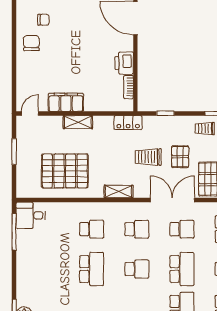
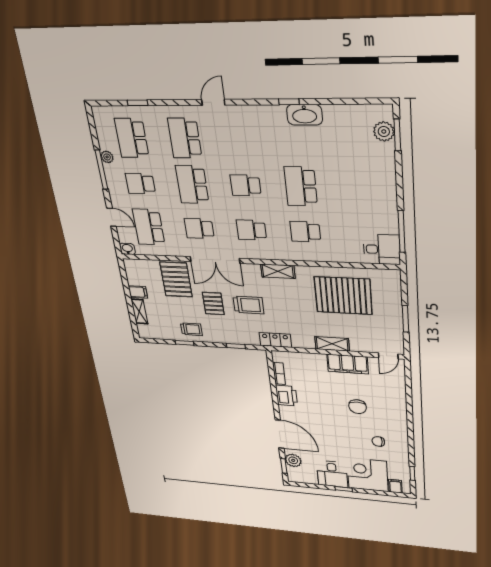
chair: (31, 43) -> (358, 407), moved

